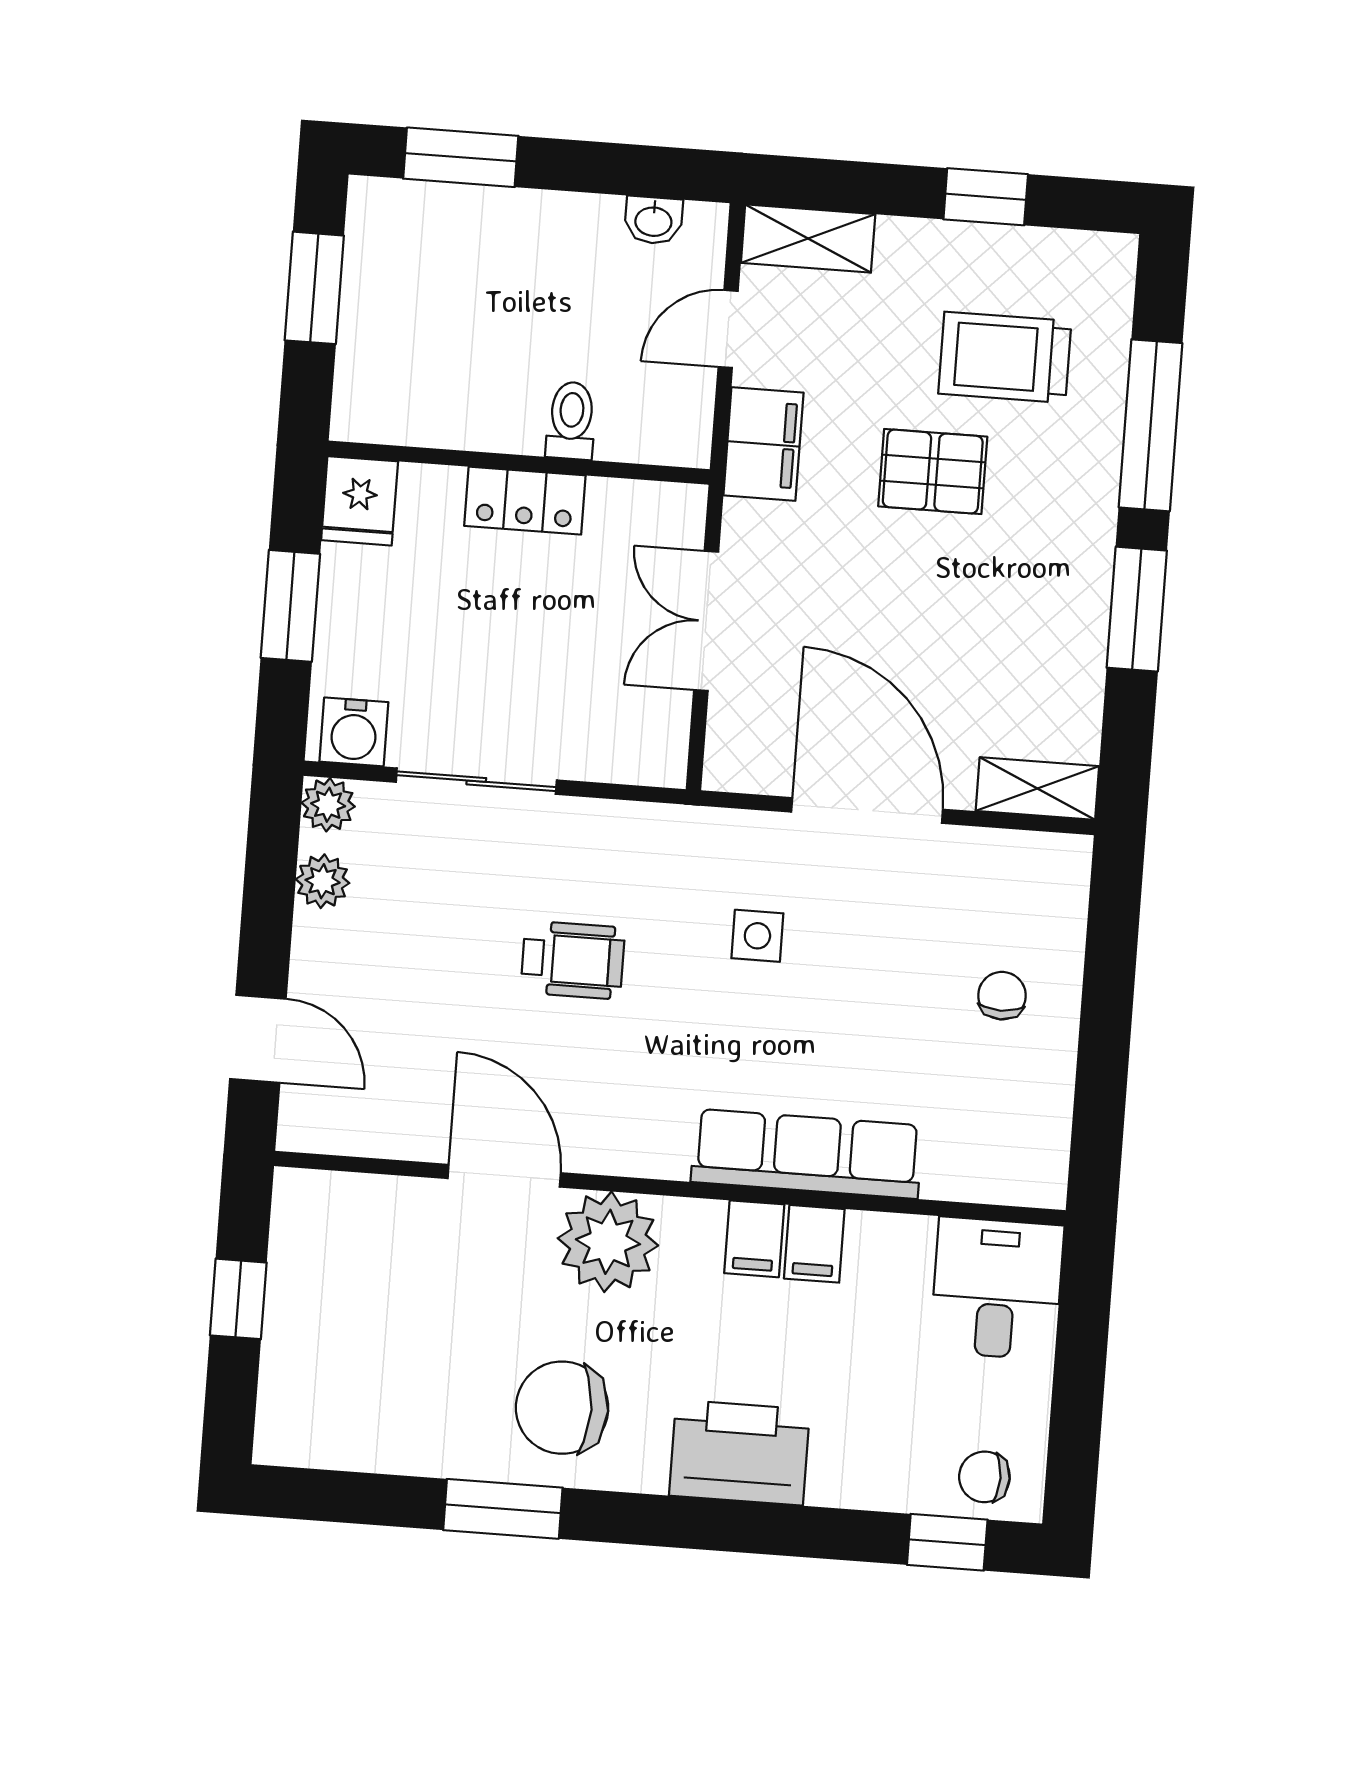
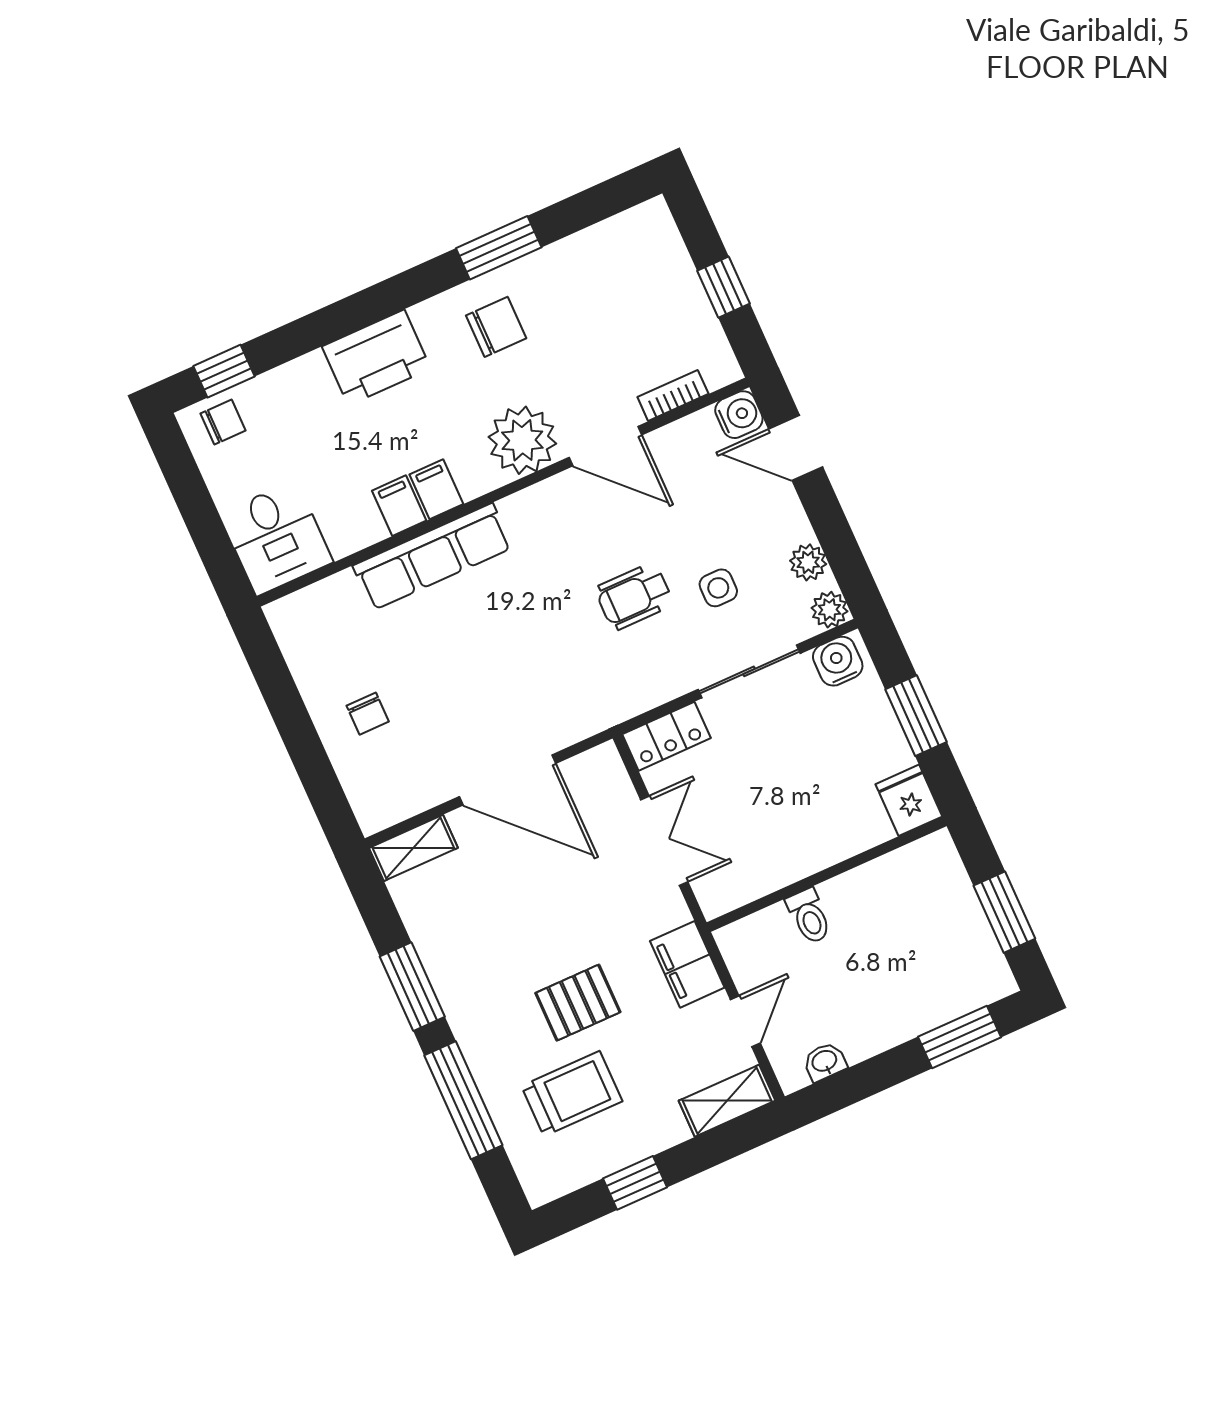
locker: (525, 501) -> (667, 736), moved, turned 180
side table: (757, 936) -> (718, 588), moved
water cooler: (308, 1122) -> (739, 415), added
bookcase: (380, 1194) -> (673, 395), added
chair: (562, 1408) -> (496, 327), width x0.73, depth x0.73

